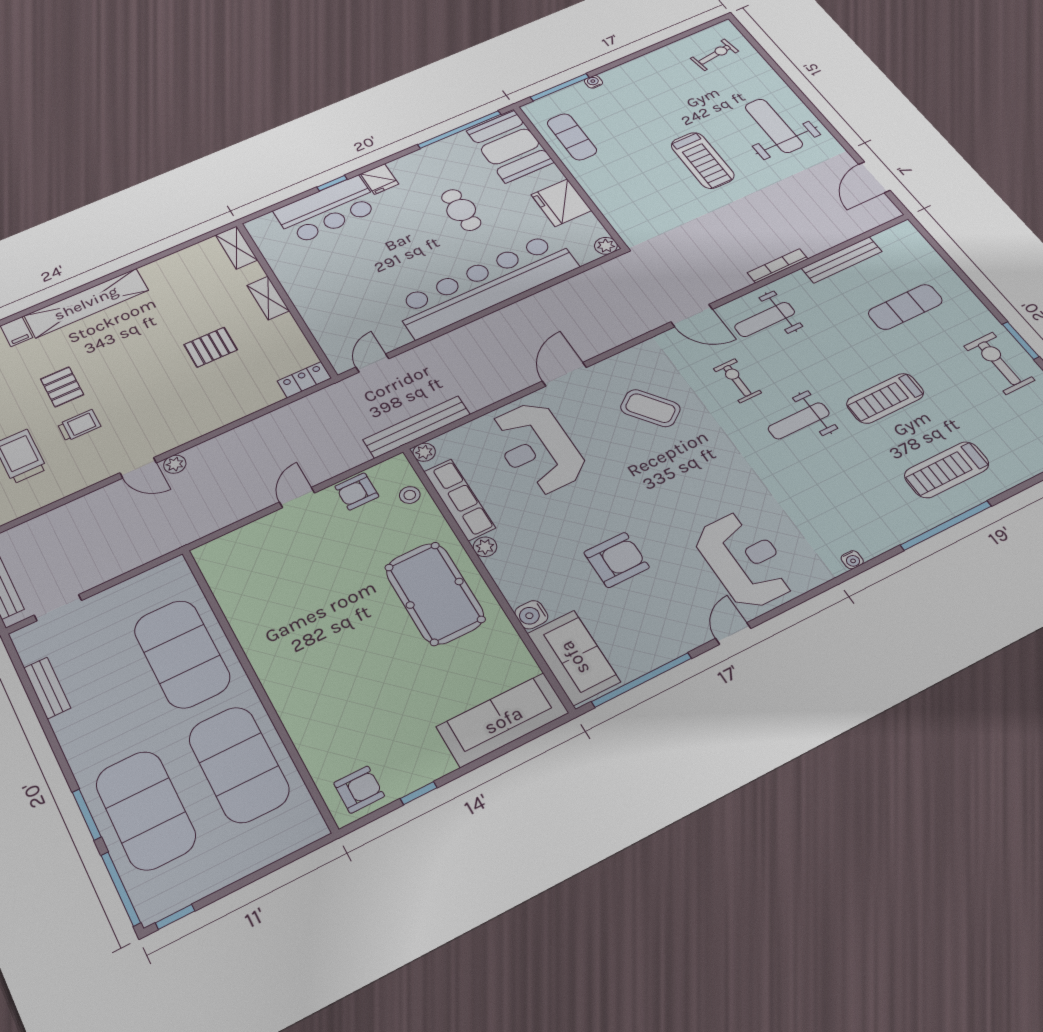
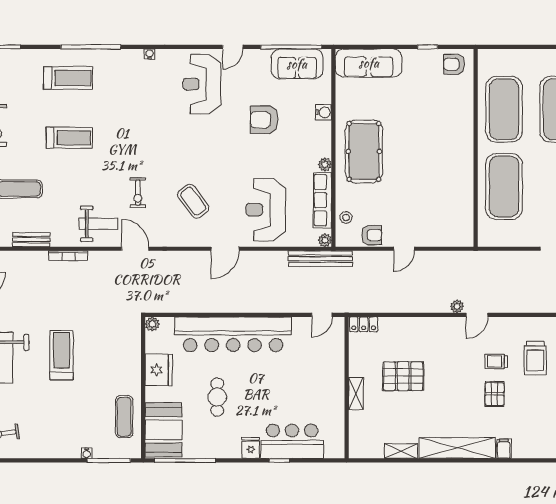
shelving: (236, 247) -> (401, 451), moved, turned 90
bench: (842, 260) -> (31, 240), width x0.73
pallet: (211, 347) -> (403, 376), width x1.50, depth x1.42
weight bench: (799, 421) -> (122, 149), removed
reception desk: (537, 448) -> (266, 210), turned 180
door: (138, 468) -> (477, 315), swing flipped
sofa: (574, 658) -> (297, 64), moved, turned -90

